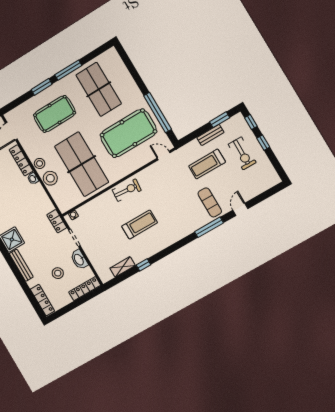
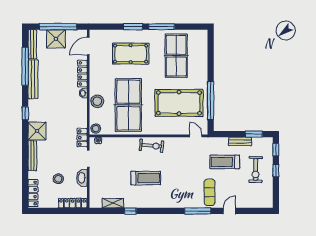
stool: (40, 163) -> (96, 129), moved

